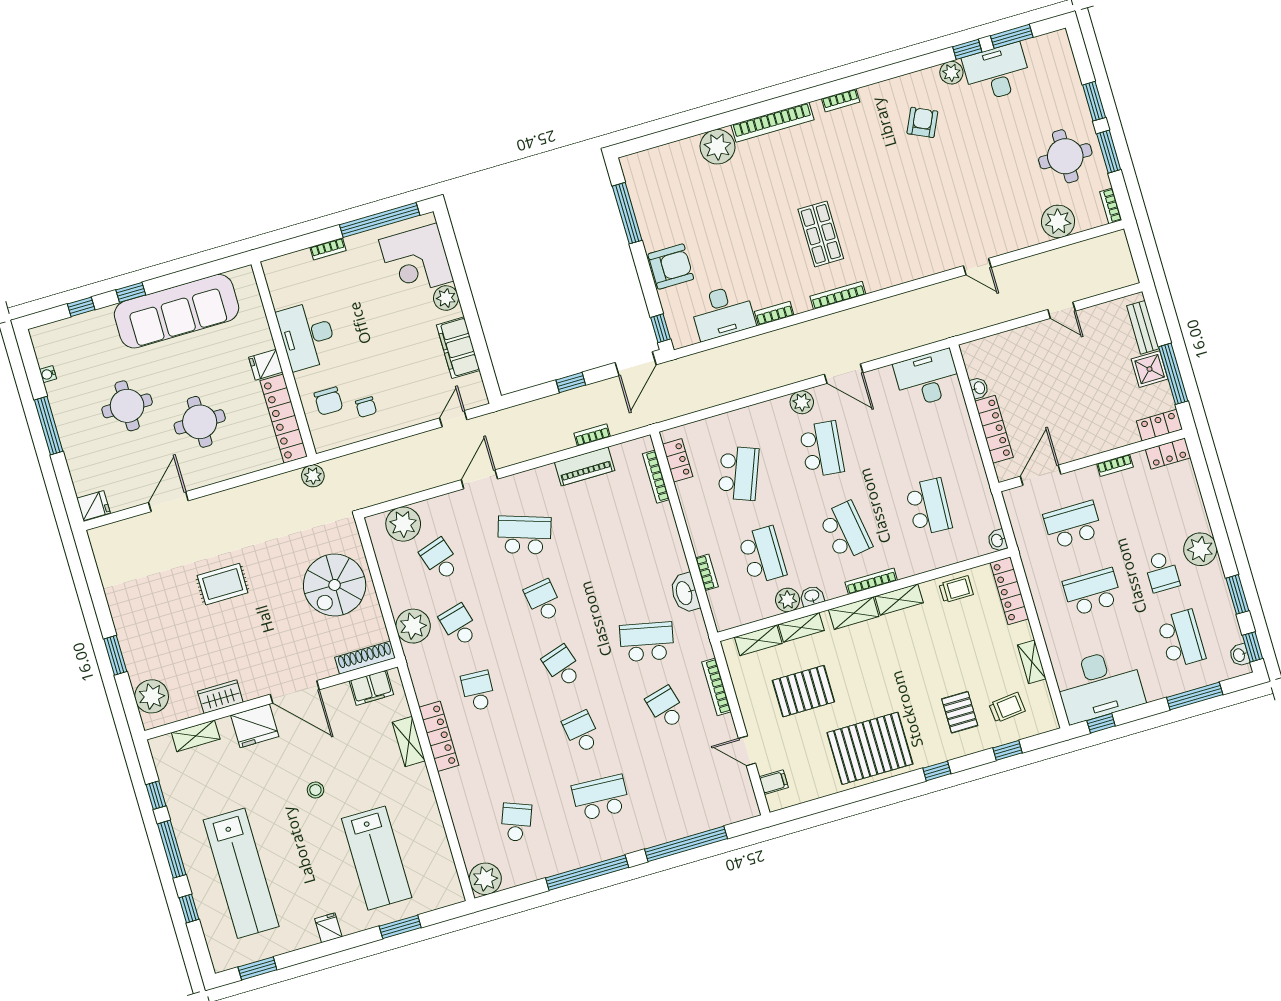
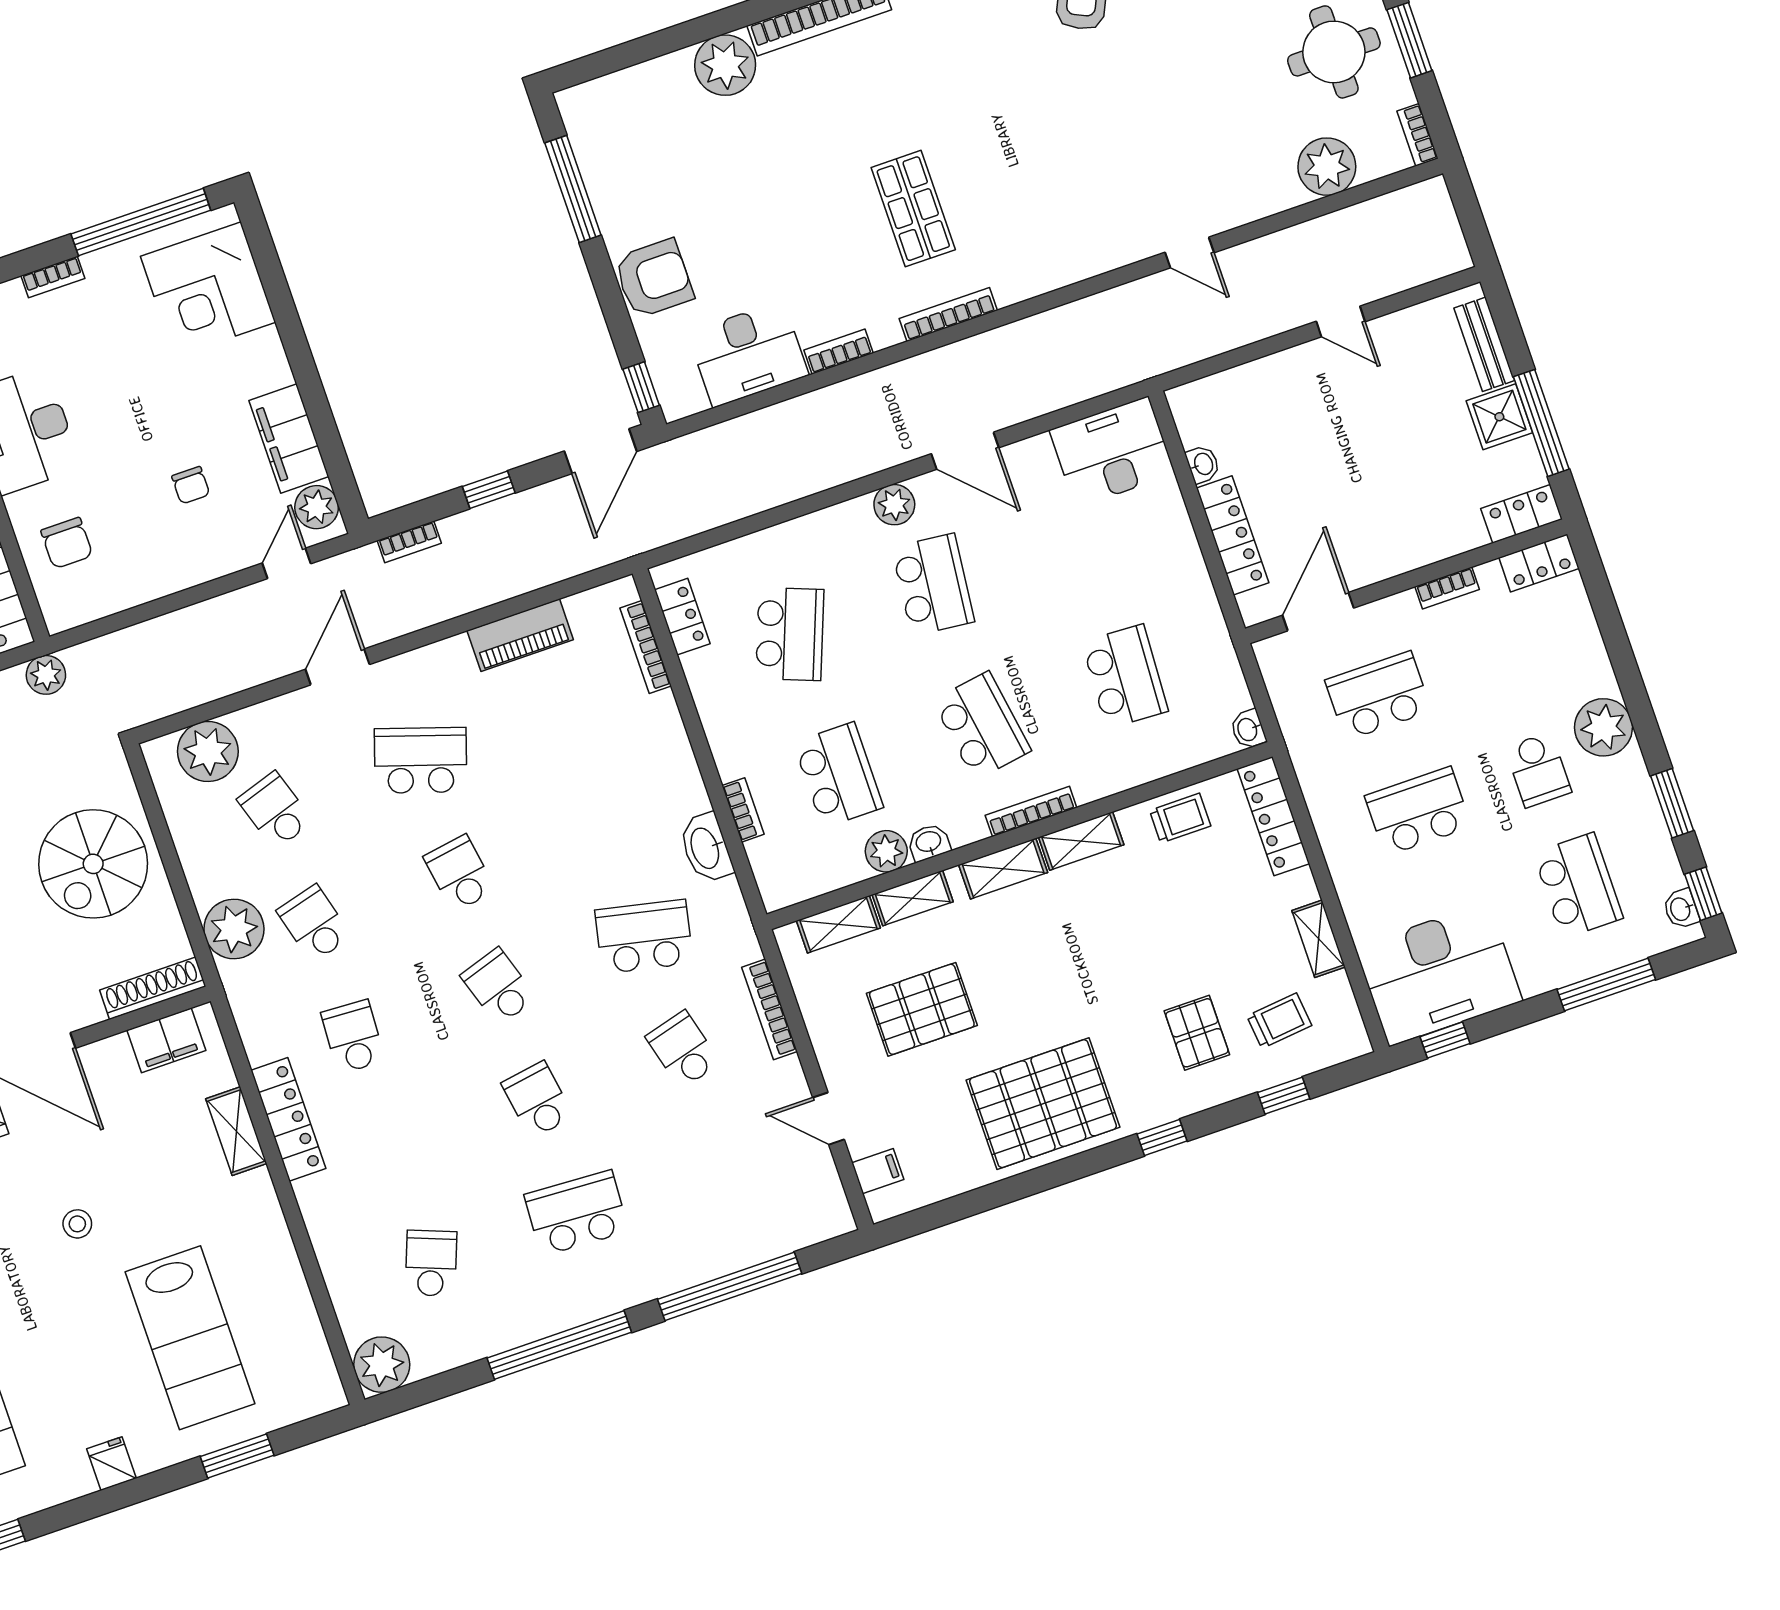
plant: (446, 298) -> (317, 507), moved
chair: (366, 407) -> (191, 485), moved
bookcase: (592, 435) -> (409, 542), moved, turned 180

